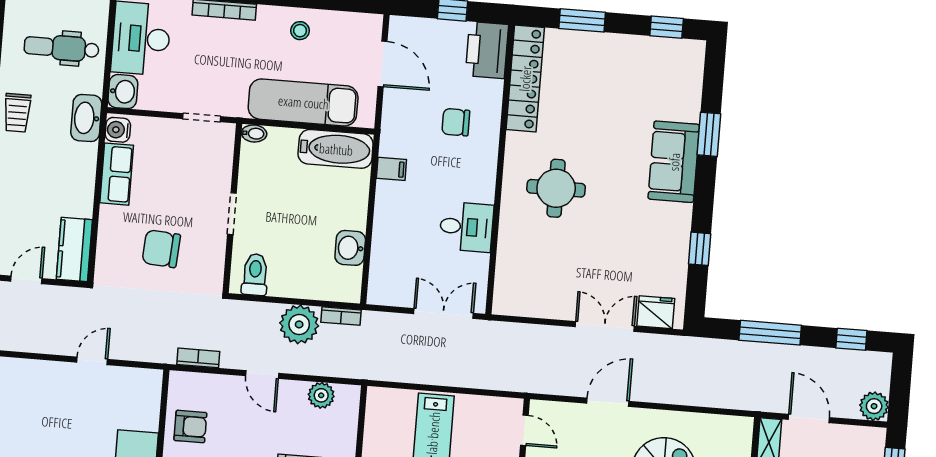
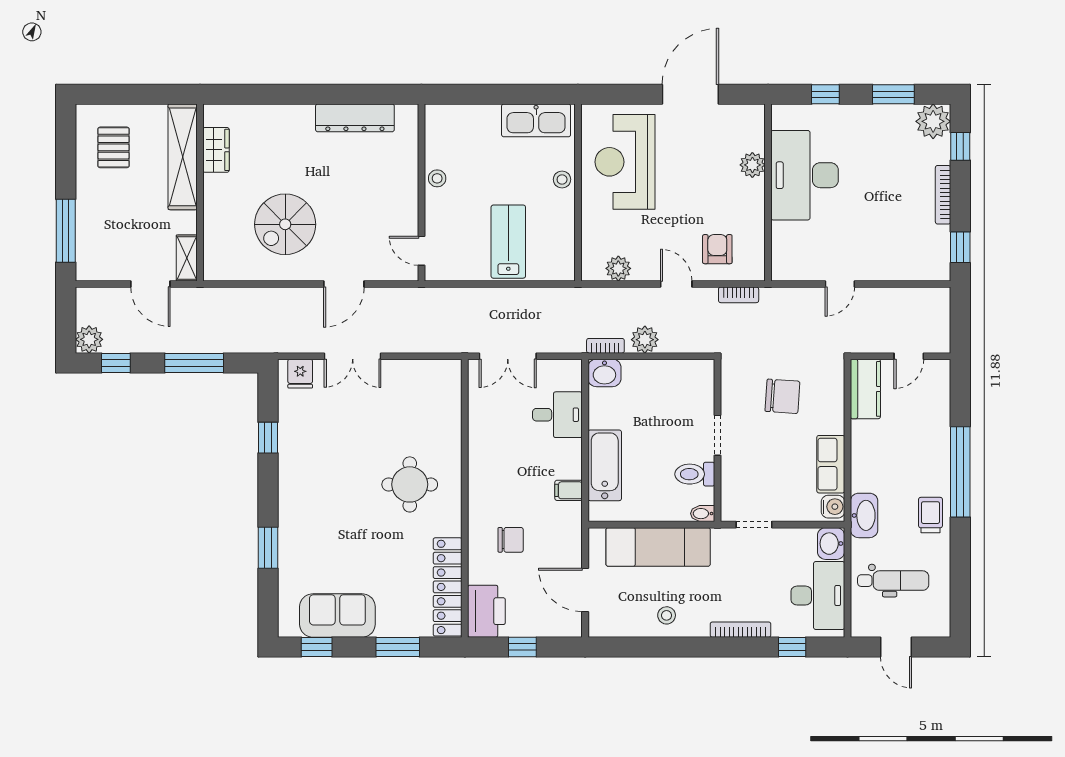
bathtub: (336, 149) -> (605, 465), moved, turned 90
sofa: (674, 162) -> (337, 615), moved, turned -90
desk: (466, 227) -> (557, 415), moved, turned 180
washbasin: (350, 248) -> (604, 373), moved, turned 90
toilet: (255, 275) -> (695, 474), moved, turned 90
fridge: (656, 312) -> (300, 374), width x0.72
plant: (299, 324) -> (645, 340), width x0.73, depth x0.73
plant: (874, 406) -> (89, 339), moved
armchair: (190, 427) -> (717, 249), moved, turned 90

